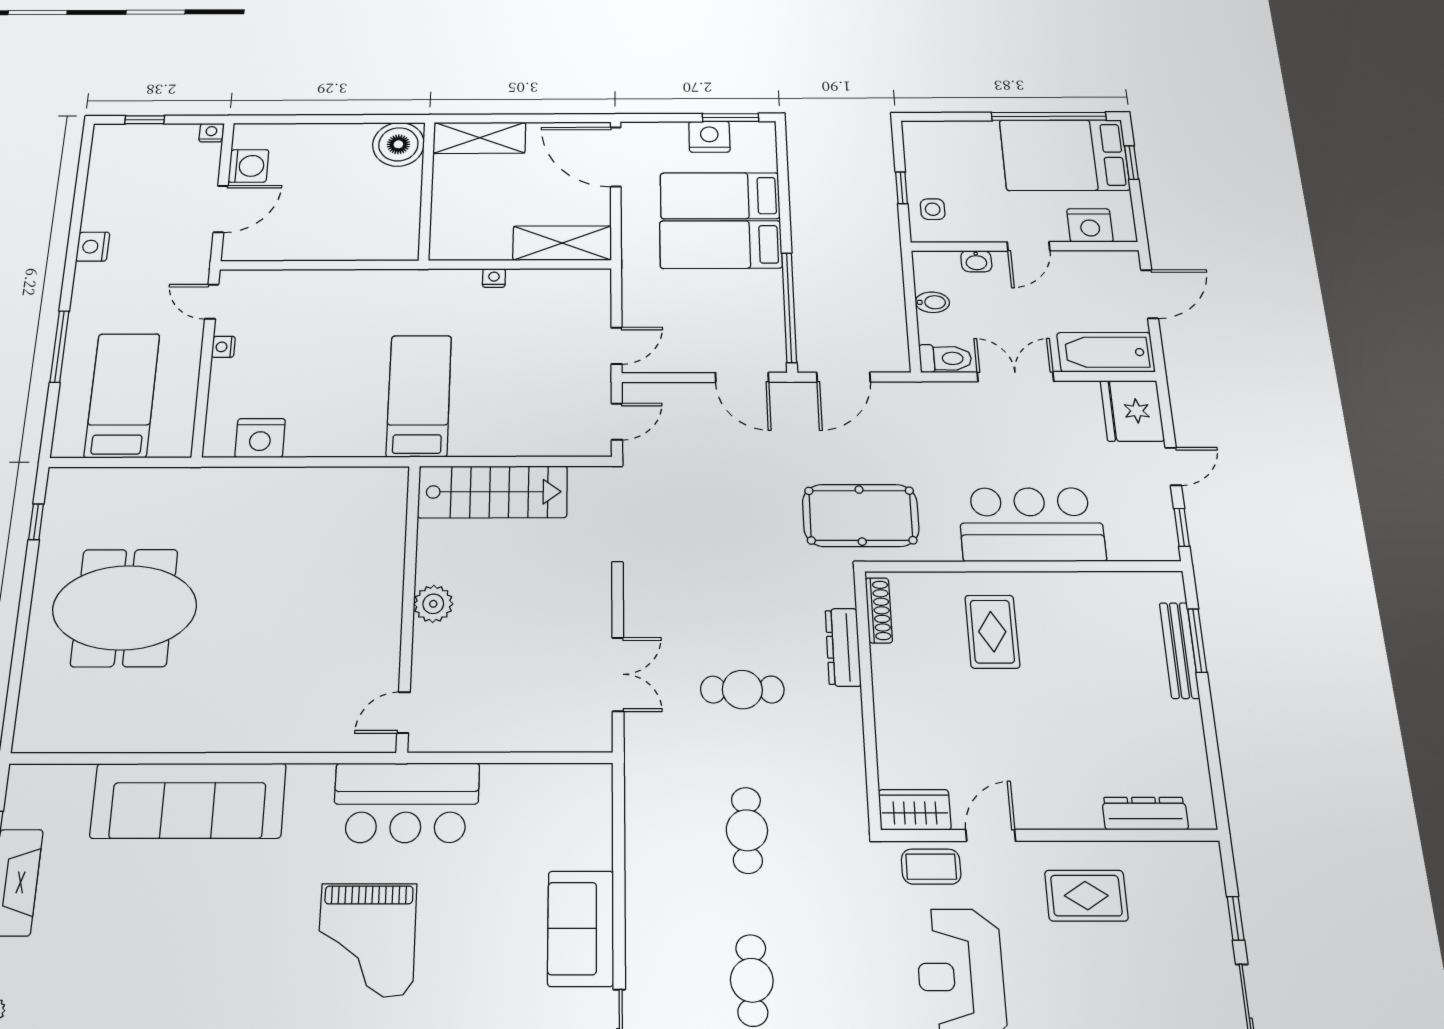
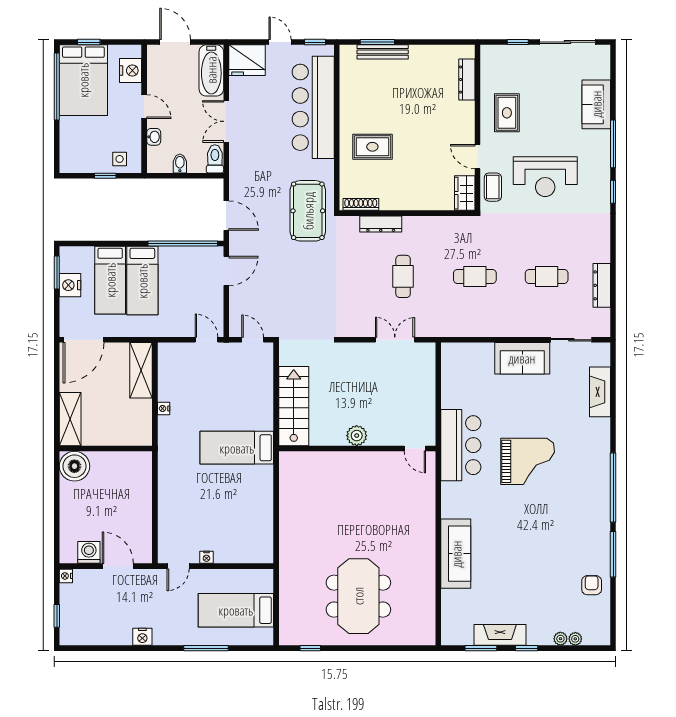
nightstand: (260, 438) -> (262, 533), removed
bar counter: (1031, 524) -> (313, 107), width x1.36
sofa: (188, 801) -> (456, 554), width x0.74, depth x0.79

